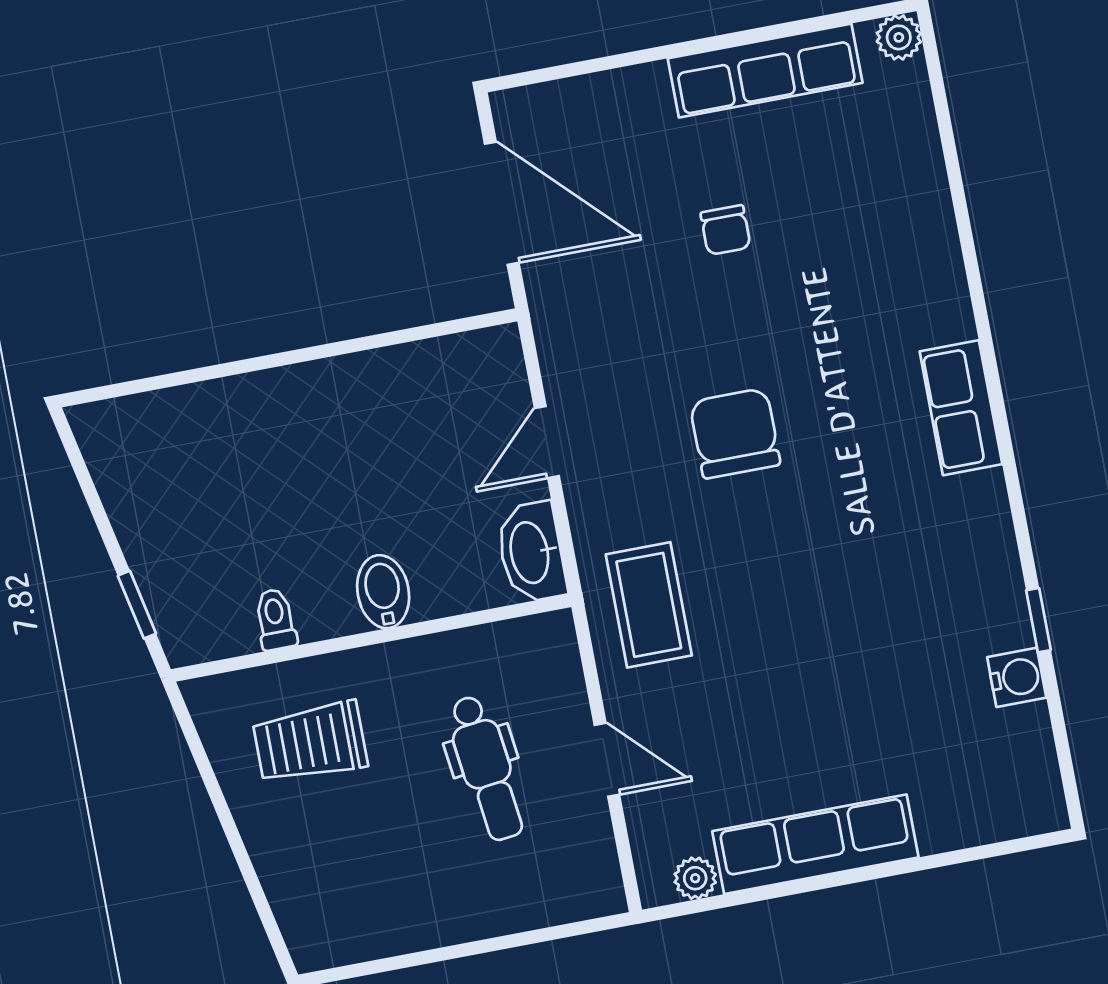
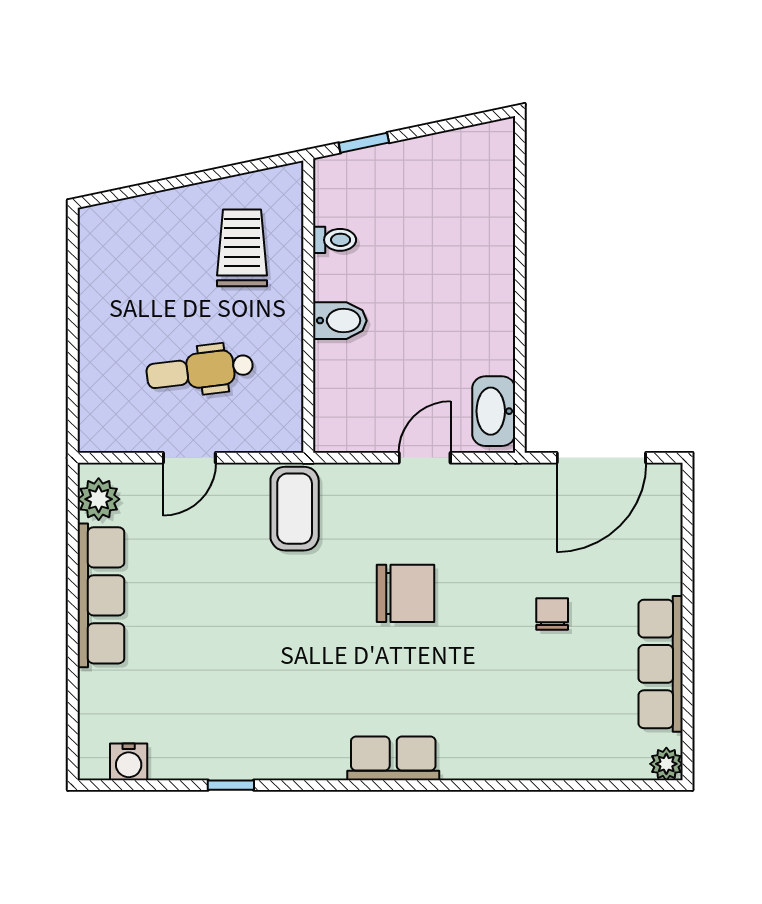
chair: (725, 230) -> (552, 614), turned 90
door: (547, 442) -> (425, 458), hinge flipped
washbasin: (531, 552) -> (494, 411), moved, turned -90
coffee table: (649, 605) -> (295, 509), turned 90
water cooler: (1017, 677) -> (129, 762), moved
plant: (695, 878) -> (99, 499), width x1.38, depth x1.38

